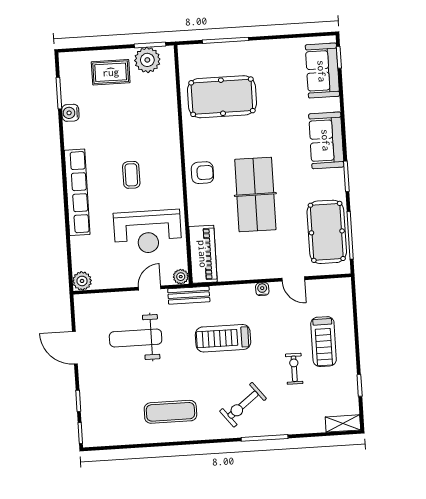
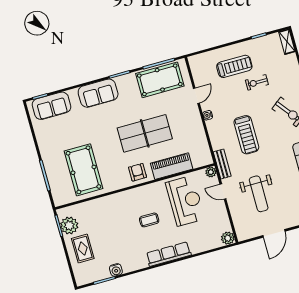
row of seats: (77, 192) -> (169, 254), width x0.73
piano: (203, 254) -> (172, 166), moved

